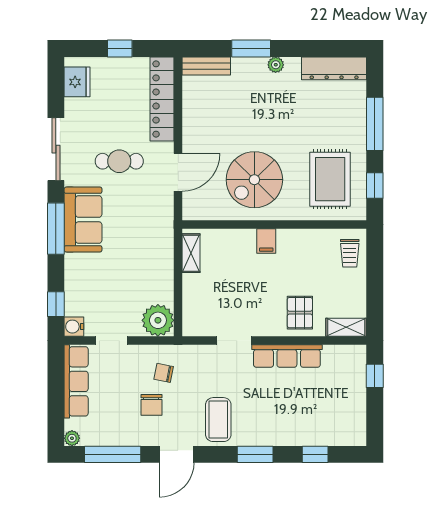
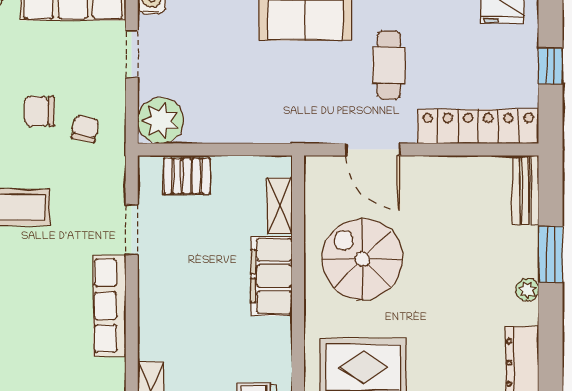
filing cabinet: (266, 241) -> (271, 276), width x3.00, depth x1.17
shelving: (191, 253) -> (280, 206), moved, turned 90
pallet: (300, 313) -> (187, 176), moved

